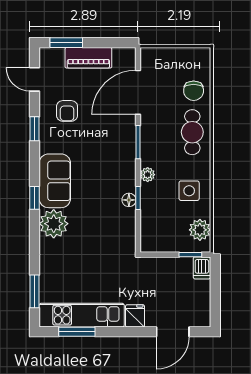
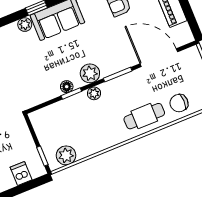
plant: (125, 170) -> (90, 73), added
side table: (189, 191) -> (95, 133), removed
plant: (54, 224) -> (25, 25), width x0.53, depth x0.53
dishwasher: (202, 268) -> (21, 173), moved, turned 90

